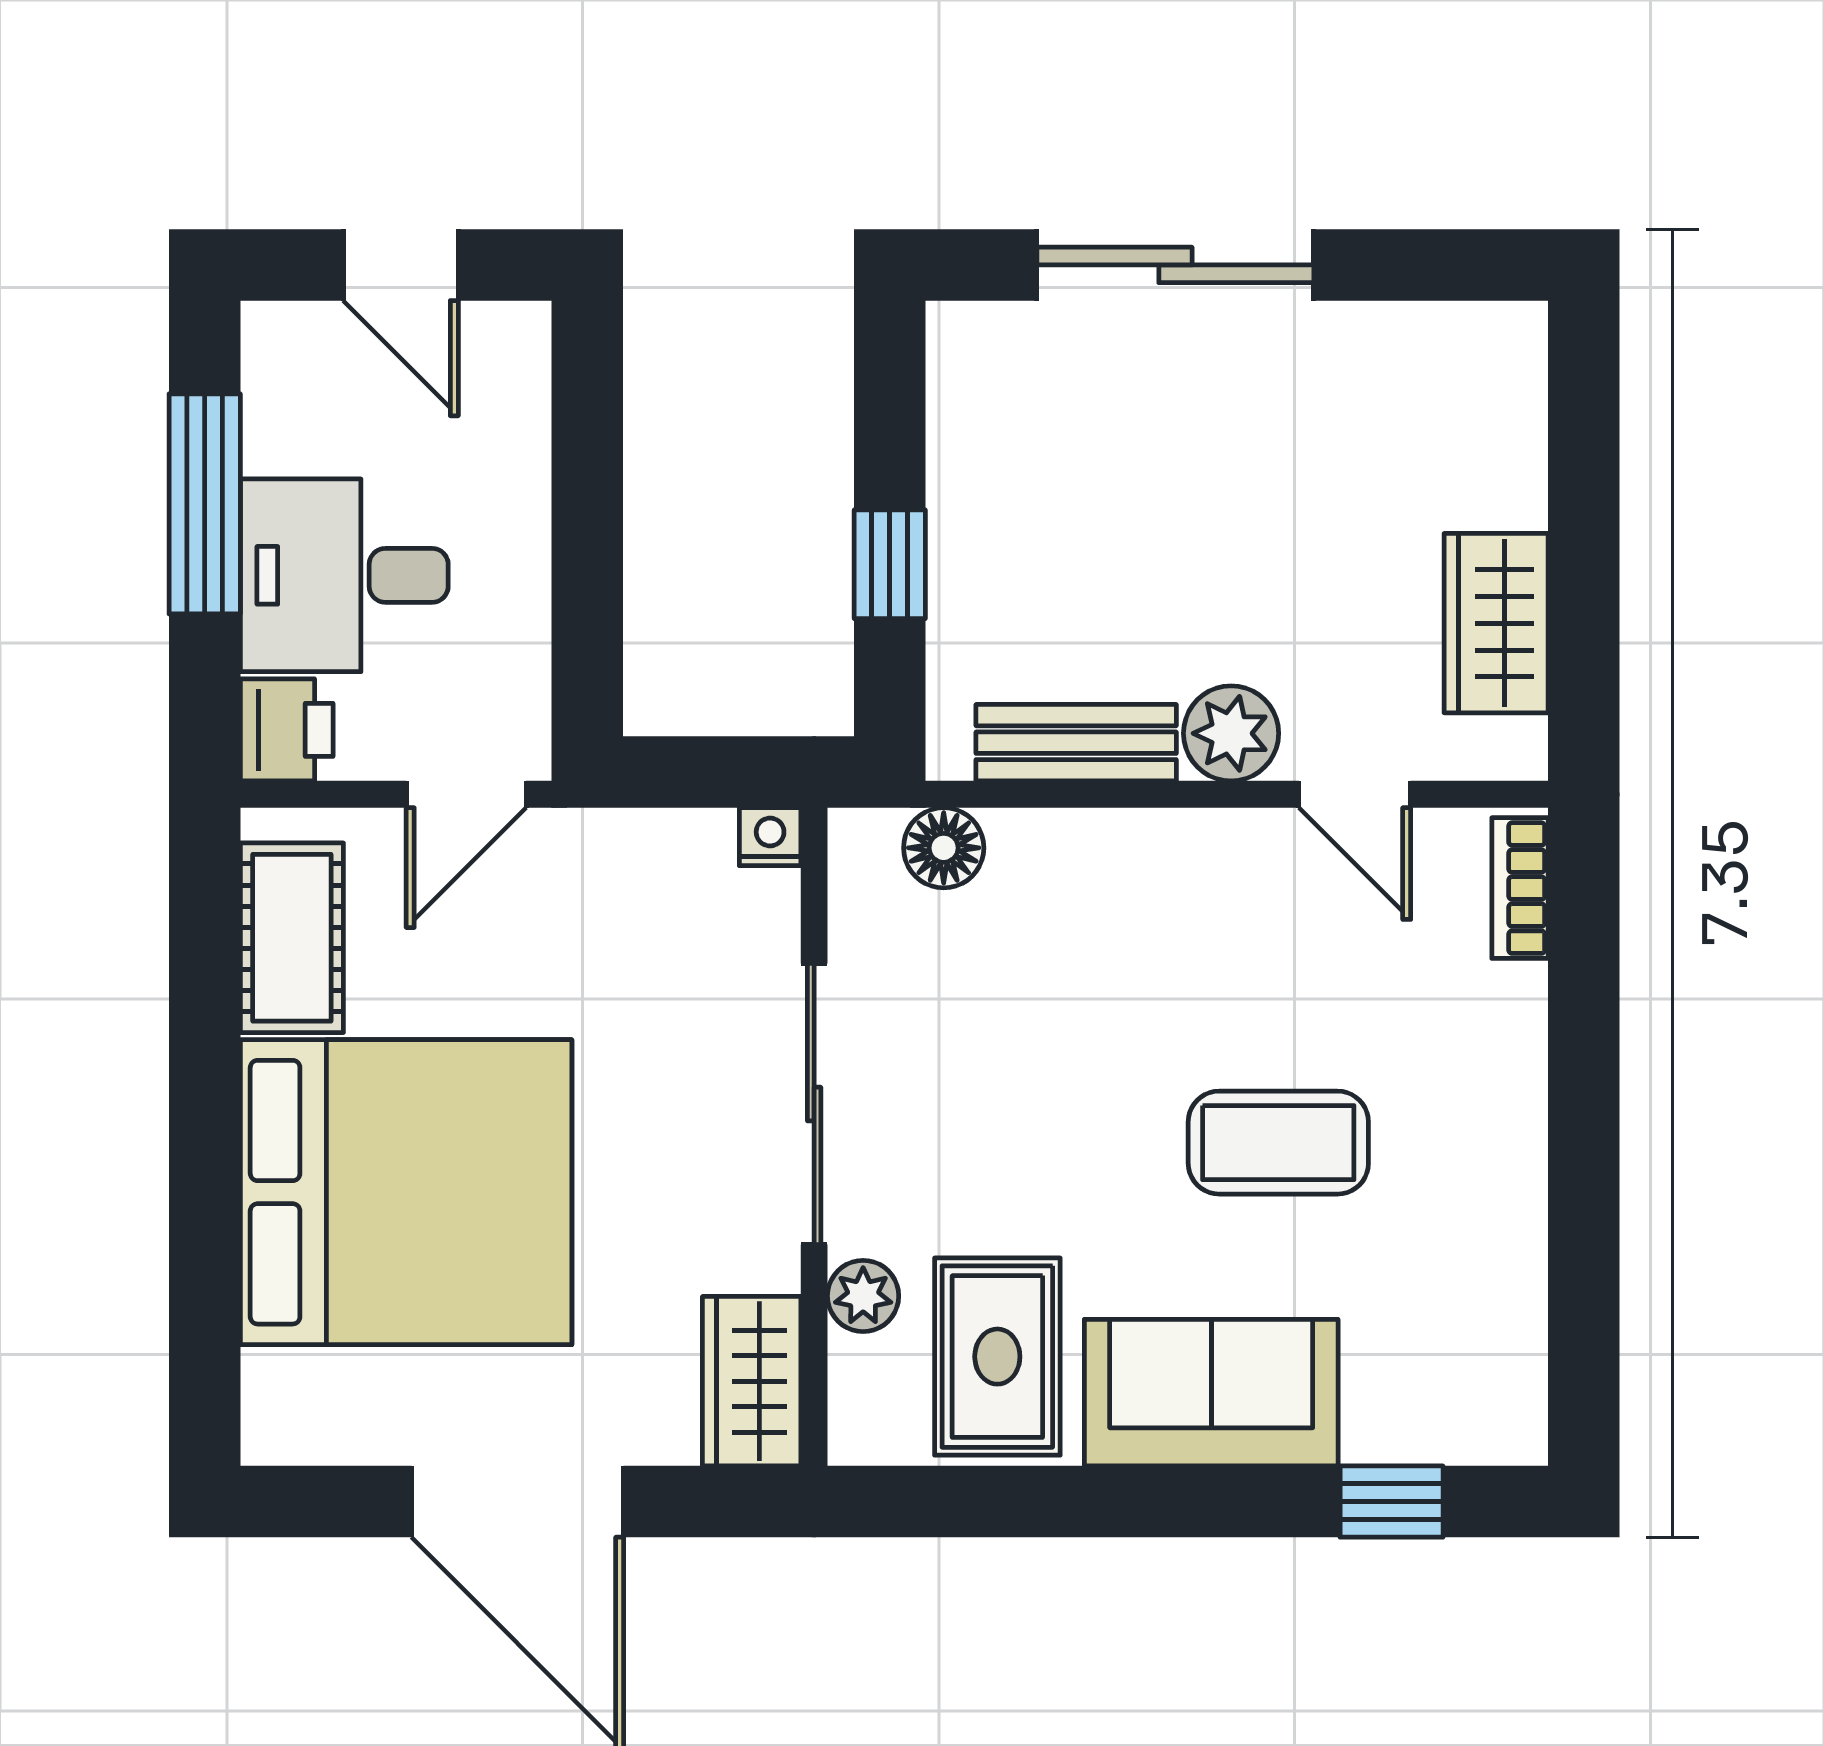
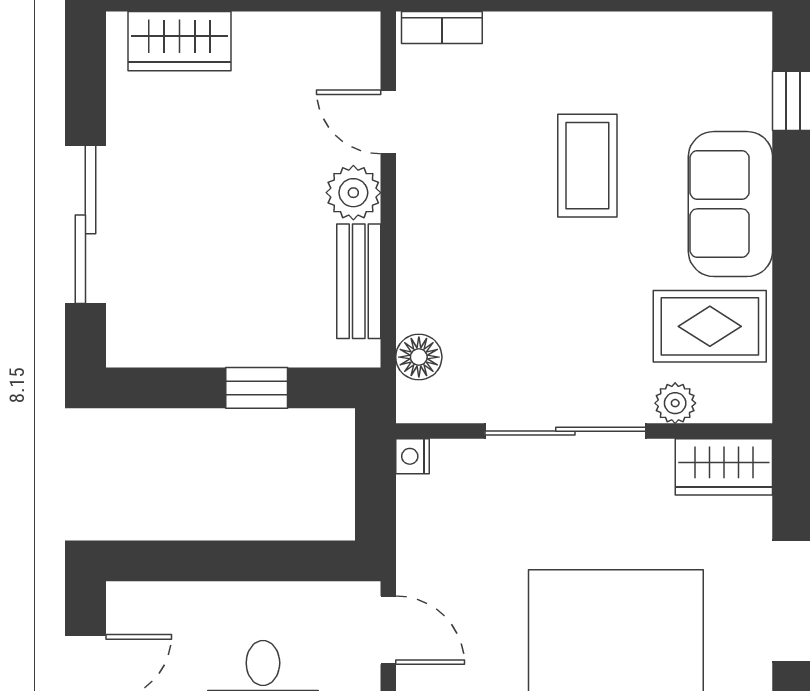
wardrobe: (1496, 623) -> (179, 41), moved
door: (1355, 794) -> (388, 122), swing flipped

